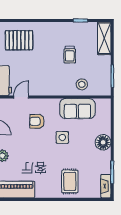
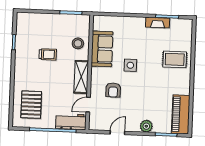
shelving: (104, 38) -> (81, 77), moved, turned 90
door: (21, 97) -> (88, 105), hinge flipped
floor lamp: (103, 142) -> (137, 25), removed
fireplace: (106, 186) -> (158, 23), moved

